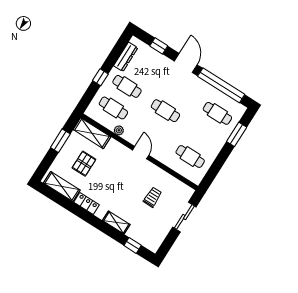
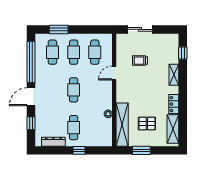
cafe table: (113, 108) -> (74, 52), moved
shelving: (92, 133) -> (122, 125), width x1.47
door: (141, 153) -> (114, 73), moved

